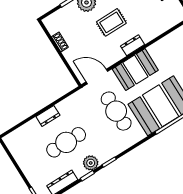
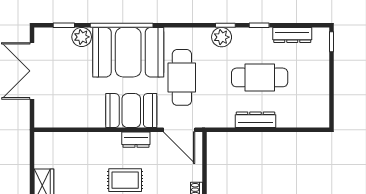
dresser: (133, 45) -> (136, 140), moved
dresser: (48, 116) -> (255, 120), width x1.44
plant: (91, 163) -> (222, 37), moved

